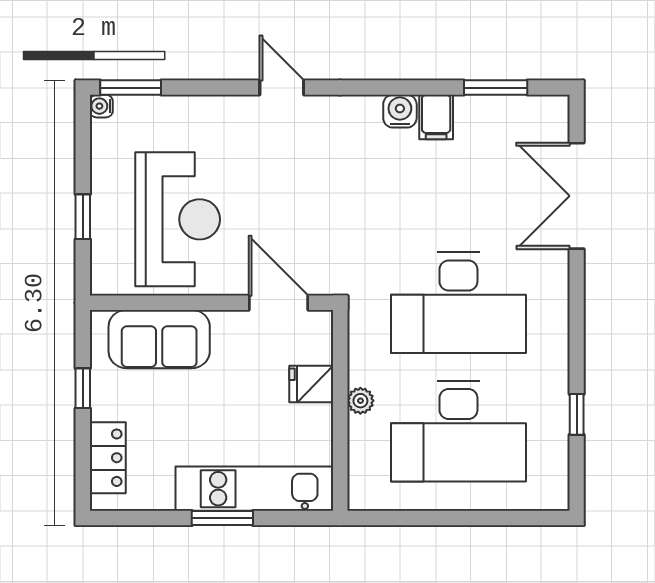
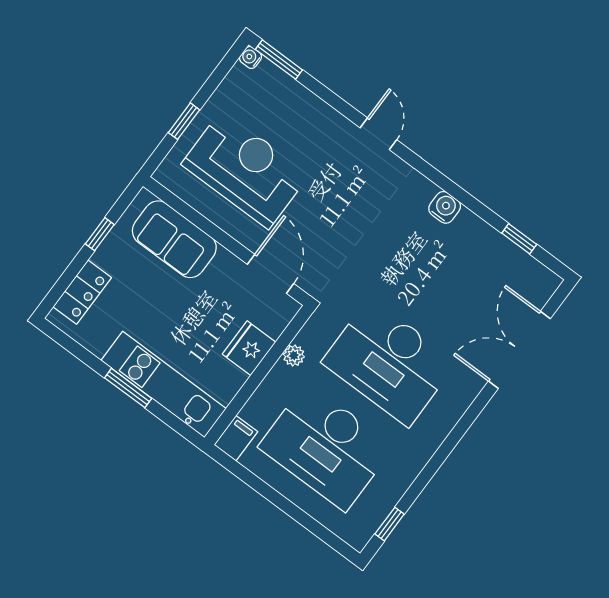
window: (496, 88) -> (519, 239), width x0.67
filing cabinet: (436, 117) -> (236, 438), moved, turned 180
reception desk: (178, 219) -> (245, 169), turned -90
fridge: (311, 384) -> (249, 348), width x1.38
plant: (360, 401) -> (294, 355), moved
window: (577, 414) -> (390, 524), moved

